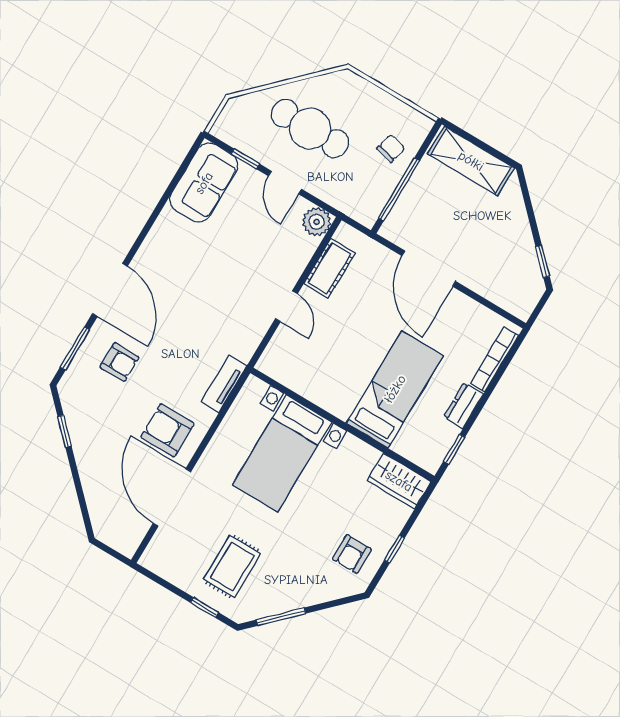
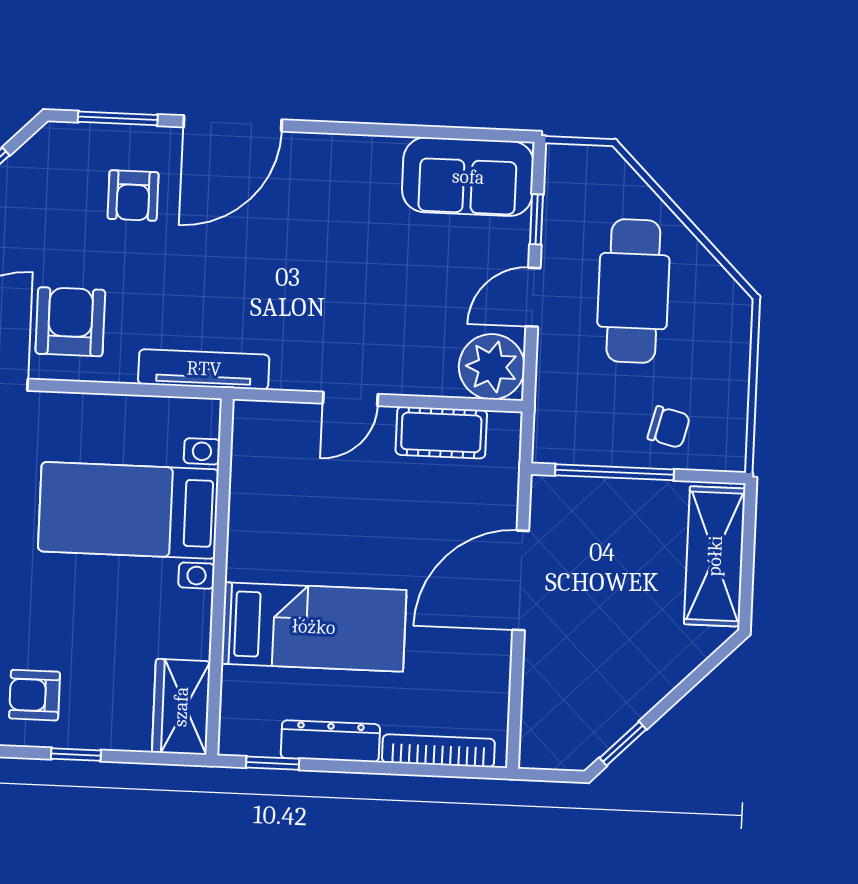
plant: (317, 222) -> (492, 367), width x1.36, depth x1.36
tv unit: (224, 384) -> (204, 369), width x1.41
dresser: (464, 405) -> (330, 741), width x1.44

